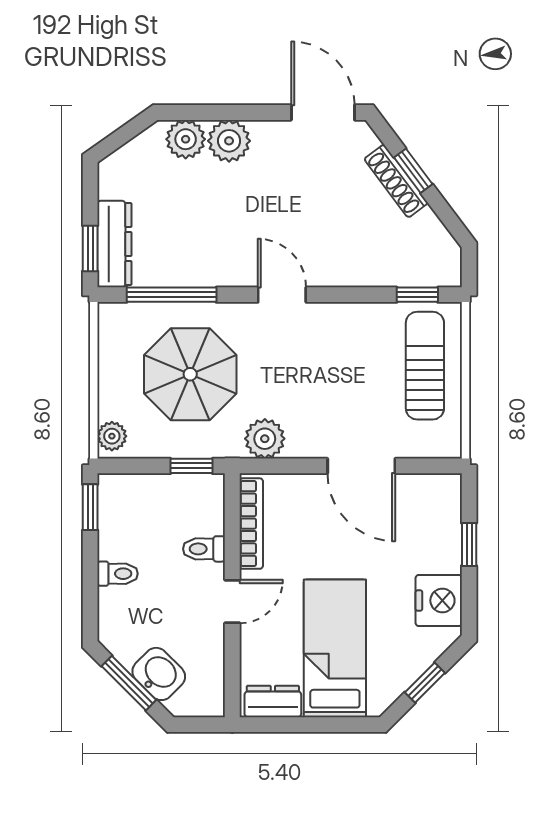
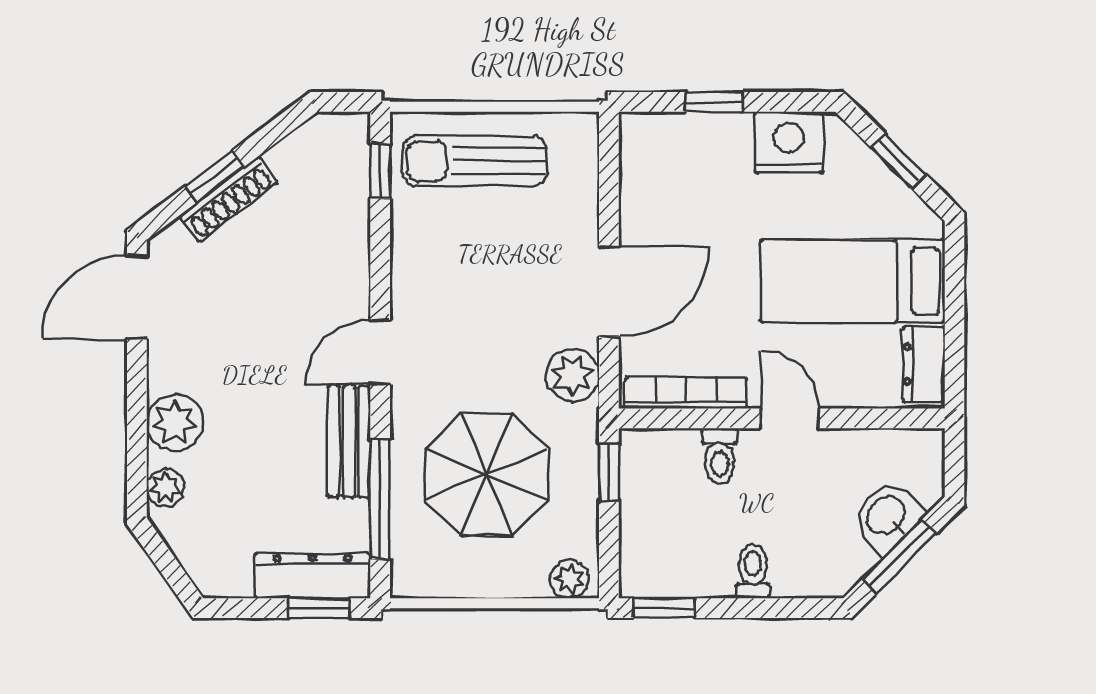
plant: (186, 139) -> (165, 488), width x0.73, depth x0.73
bench: (215, 271) -> (349, 441), added
door: (361, 466) -> (609, 291), moved

